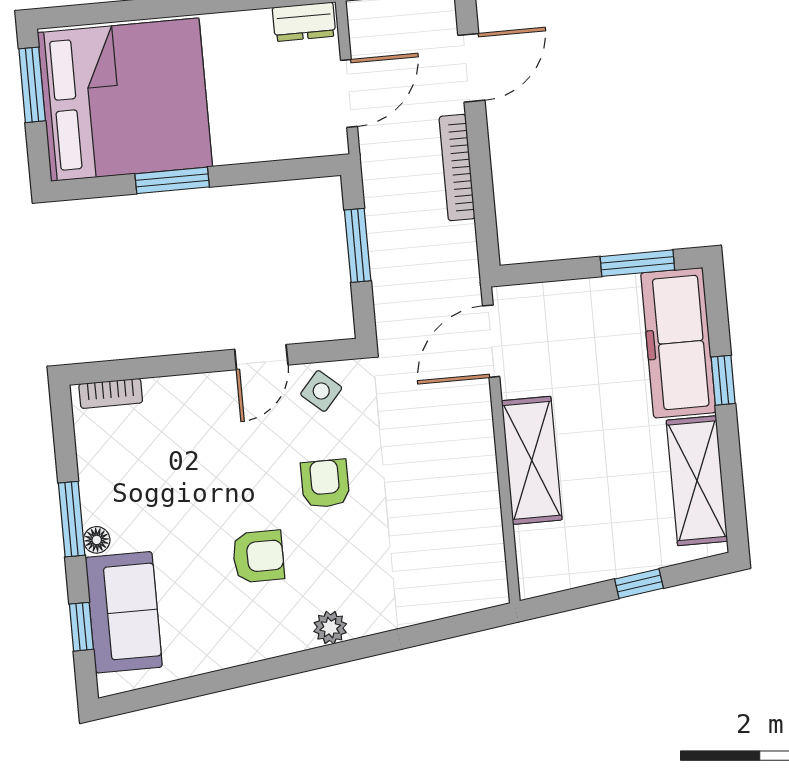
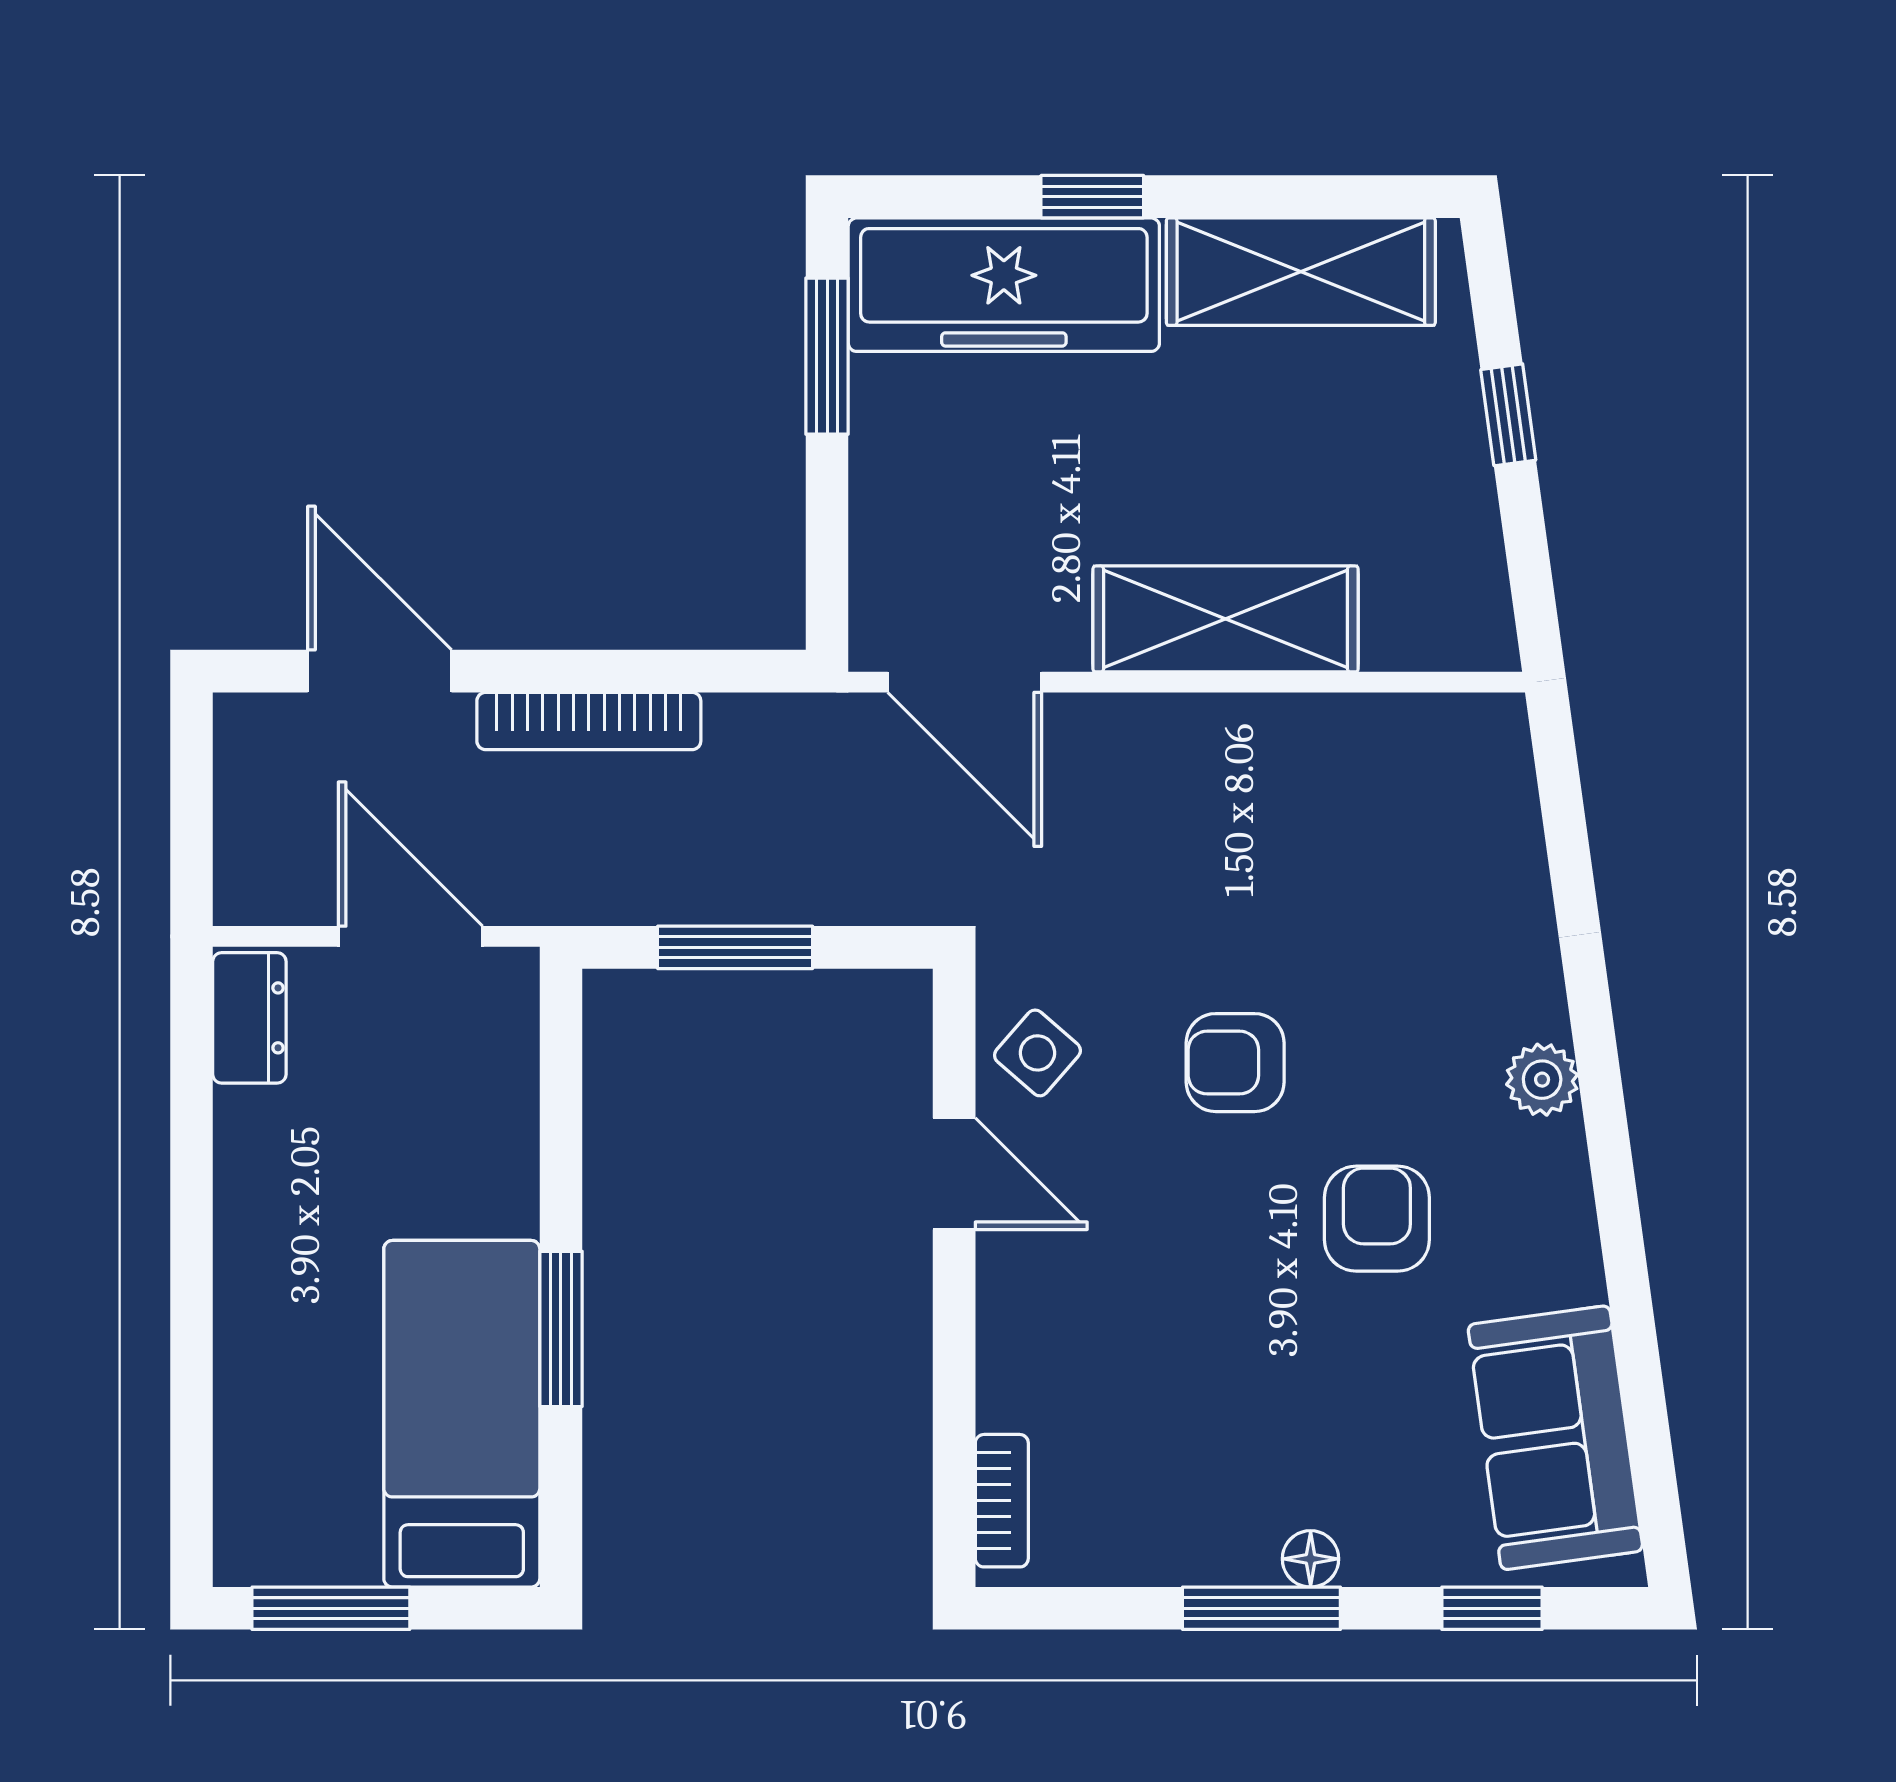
bed: (125, 100) -> (462, 1414), width x0.49
sofa: (124, 612) -> (1555, 1438), moved, turned -98

